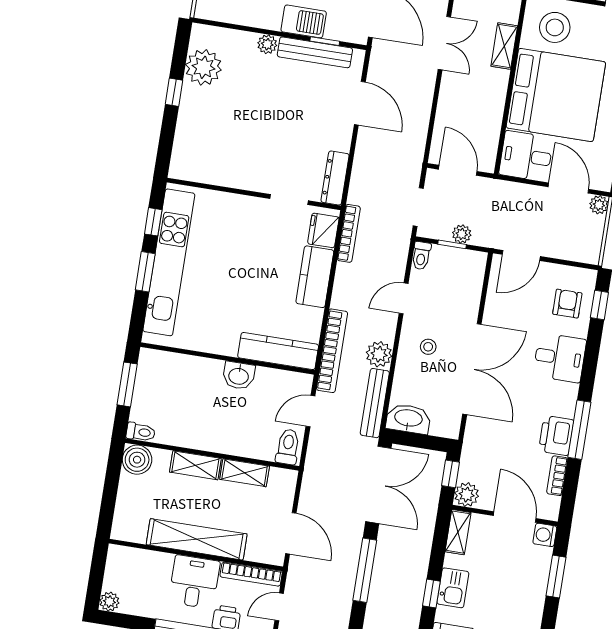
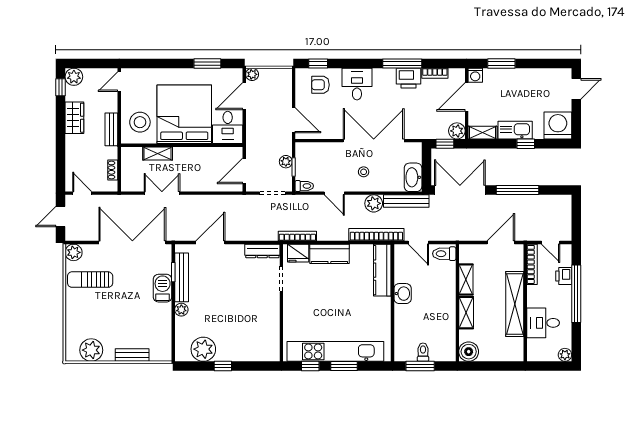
toilet: (141, 432) -> (423, 352), moved
desk: (194, 582) -> (543, 323), moved
kitchen sink: (453, 588) -> (515, 130), width x1.38

